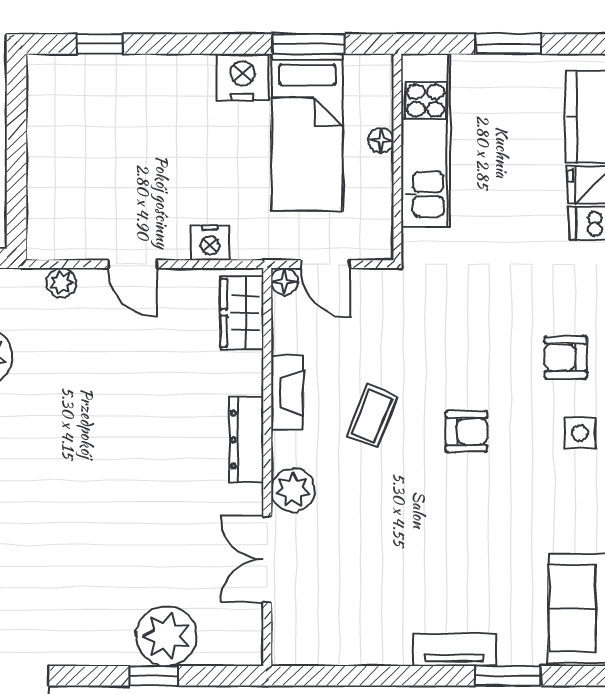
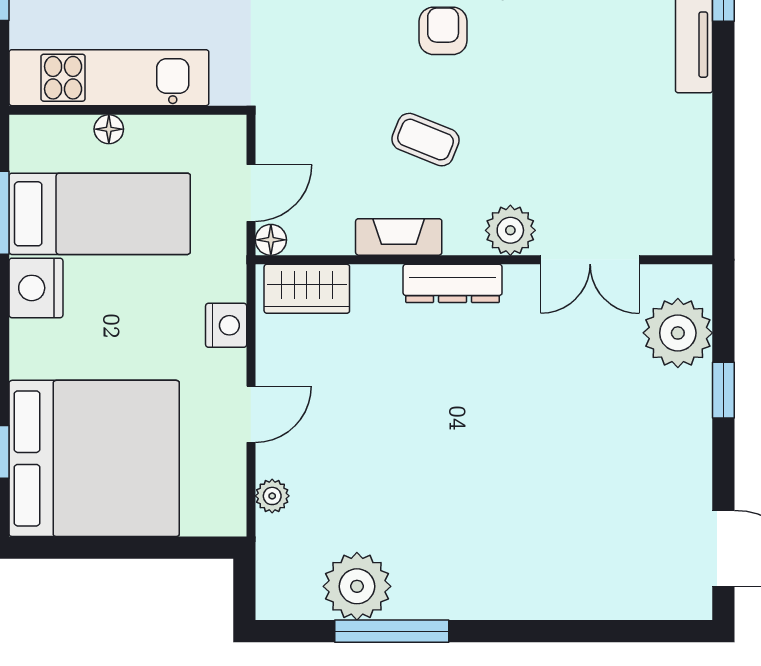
bed: (94, 128) -> (94, 458), added
plant: (166, 636) -> (678, 333), moved

